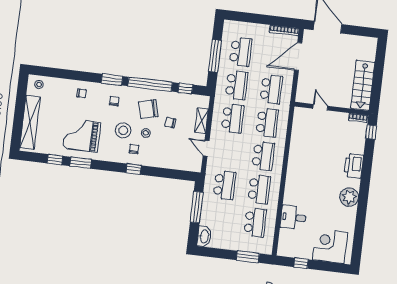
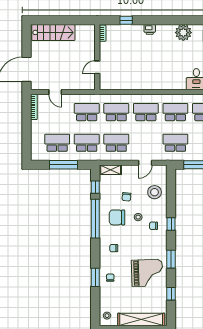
door: (298, 56) -> (55, 92), width x0.53
window: (112, 80) -> (95, 277), moved
stairs: (363, 85) -> (53, 32), moved
chair: (148, 109) -> (117, 217), turned 104
shelving: (201, 121) -> (111, 170), moved
stool: (123, 130) -> (155, 192), moved
window: (371, 132) -> (126, 20), moved
grand piano: (82, 135) -> (147, 273), turned -92
window: (81, 163) -> (171, 259), moved
printer: (354, 166) -> (150, 29), width x0.53, depth x0.68
plant: (349, 197) -> (183, 33), moved

